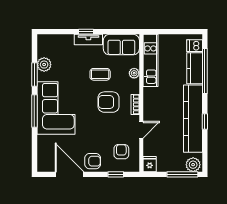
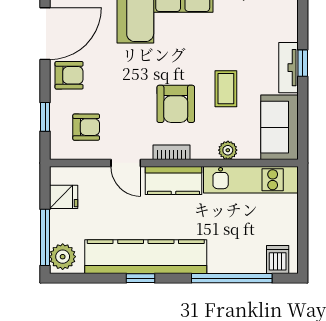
kitchen counter: (195, 68) -> (174, 180), moved, turned 180
armchair: (108, 102) -> (176, 104), turned 180
armchair: (93, 161) -> (69, 75), turned -90
fridge: (150, 164) -> (64, 197), moved

